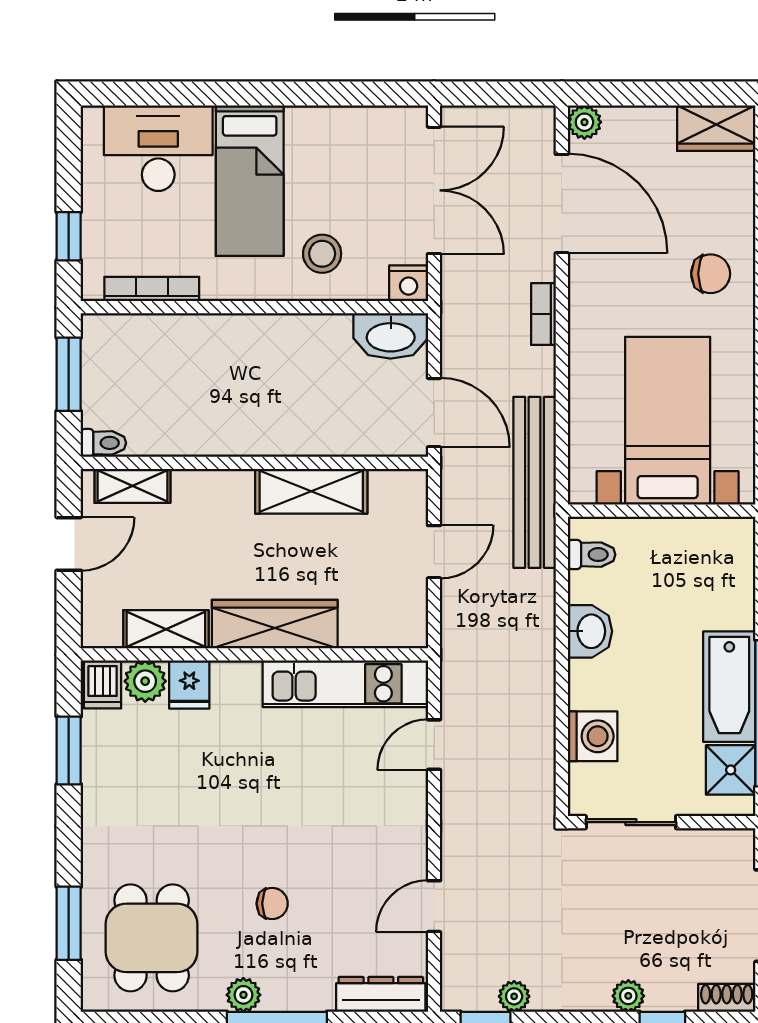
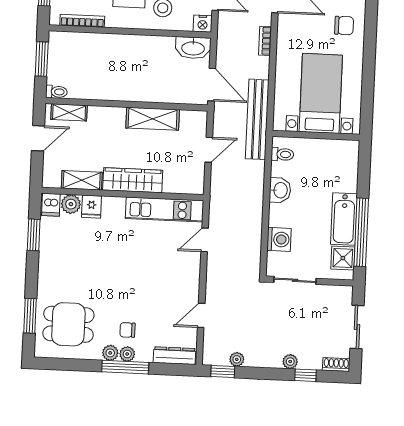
chair: (272, 904) -> (127, 330), moved, turned 180
dining table: (152, 938) -> (68, 324), turned 90
plant: (280, 995) -> (127, 354), added

